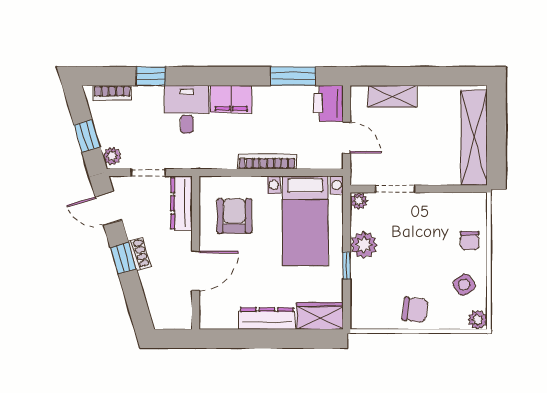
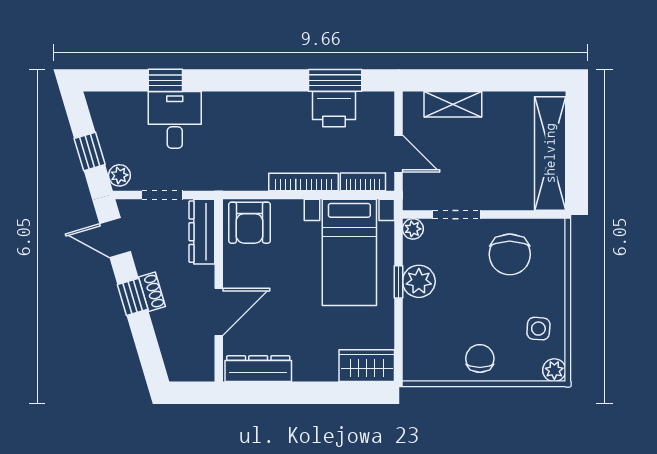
bookcase: (112, 93) -> (363, 182), moved, turned 180
filing cabinet: (231, 99) -> (261, 108), removed
printer: (328, 103) -> (334, 109), moved, turned -90
desk: (187, 109) -> (175, 120), moved
armchair: (234, 216) -> (249, 223), moved, turned 180
chair: (470, 241) -> (510, 254), moved, width x1.87, depth x1.87
window: (347, 266) -> (398, 282), moved
side table: (464, 285) -> (538, 329), turned 37
chair: (415, 310) -> (480, 359), turned -97
dresser: (267, 318) -> (258, 369), moved

